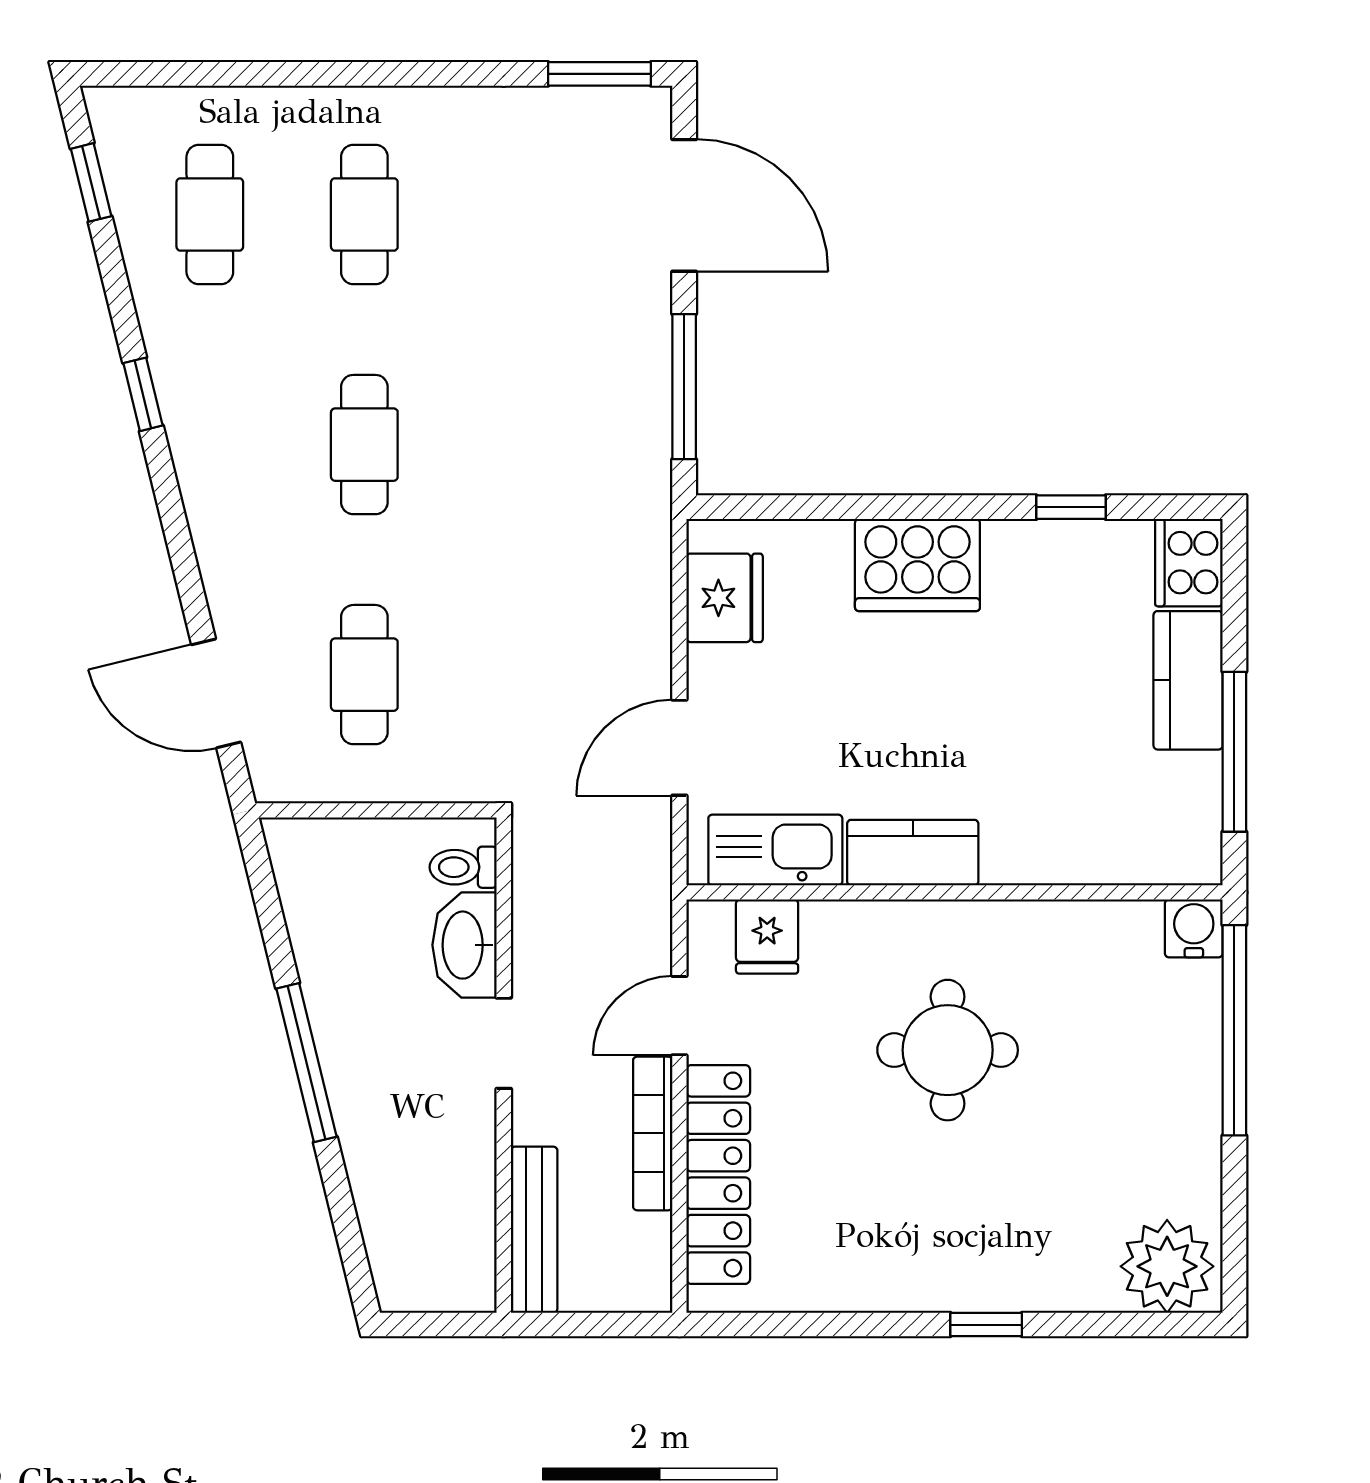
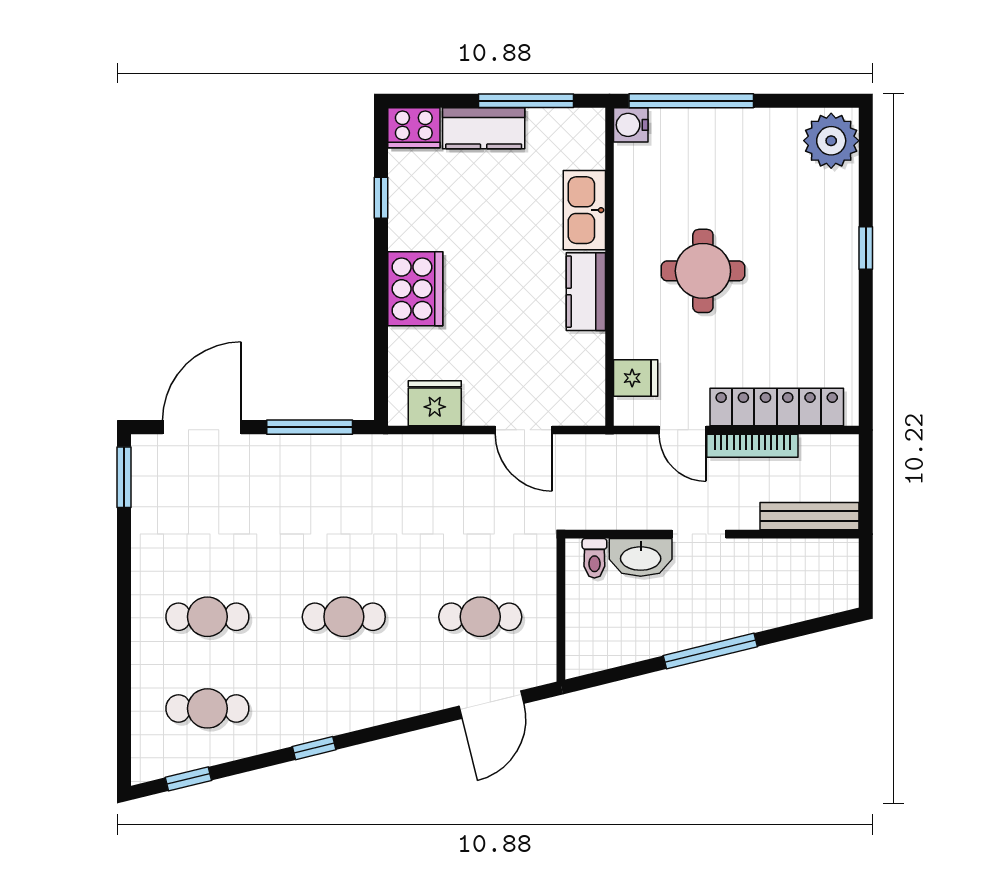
kitchen sink: (775, 850) -> (584, 210), moved

